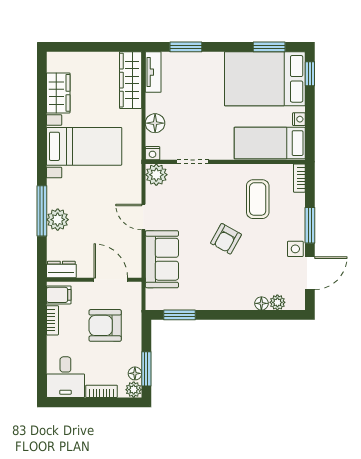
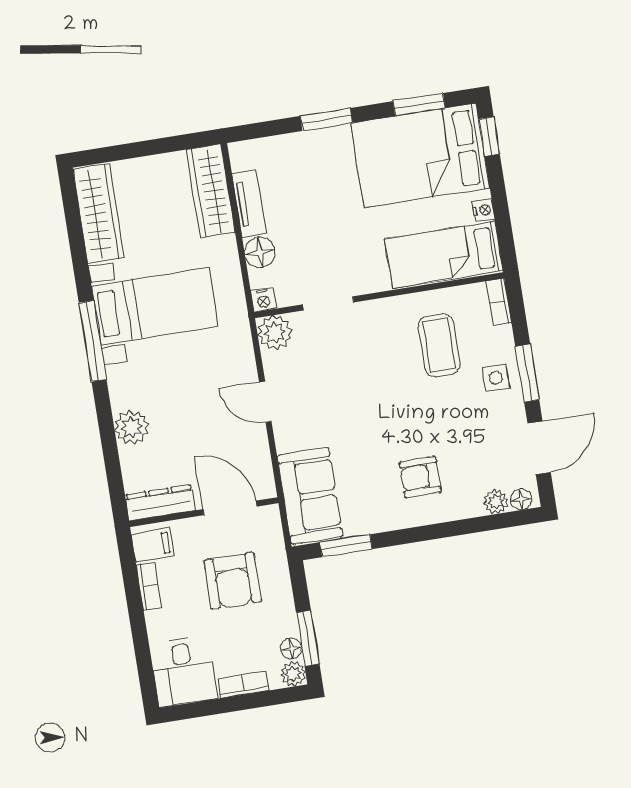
window: (186, 47) -> (326, 119), moved
tv unit: (153, 72) -> (249, 203), moved
wardrobe: (58, 93) -> (99, 214), width x1.50
window: (42, 211) -> (93, 341), moved
armchair: (226, 239) -> (420, 477), moved, turned 61
side table: (295, 249) -> (496, 378), moved
sofa: (162, 259) -> (310, 496), moved
dresser: (61, 269) -> (160, 503), width x1.44
floor lamp: (261, 303) -> (521, 499), moved
armchair: (105, 325) -> (233, 581), turned -90

